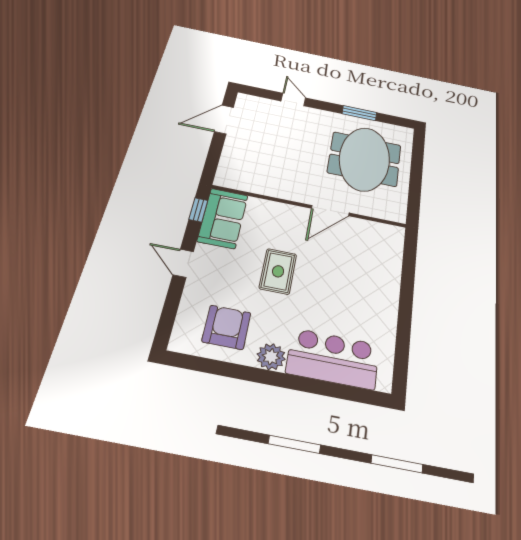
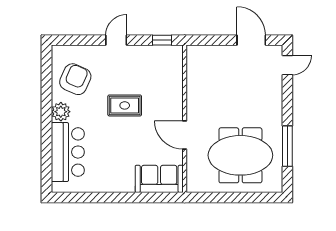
door: (293, 99) -> (287, 65), moved
window: (359, 113) -> (287, 146), width x1.44
sofa: (223, 218) -> (159, 179), moved, turned 180
armchair: (227, 327) -> (75, 79), turned -66

